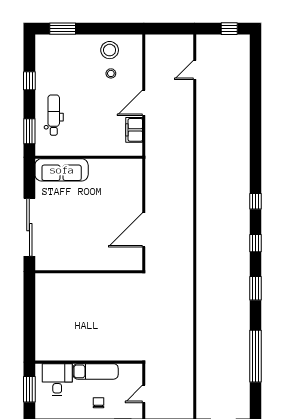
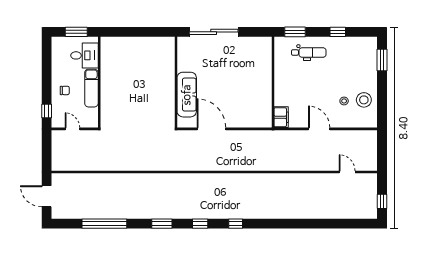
filing cabinet: (134, 130) -> (281, 117), moved, turned 90
sofa: (62, 170) -> (187, 95), moved, turned 180

